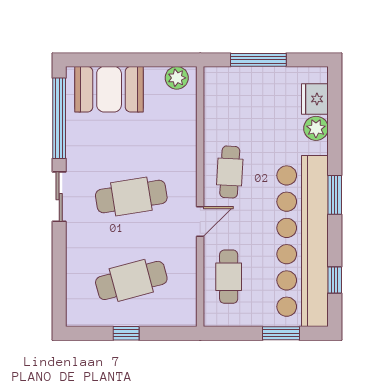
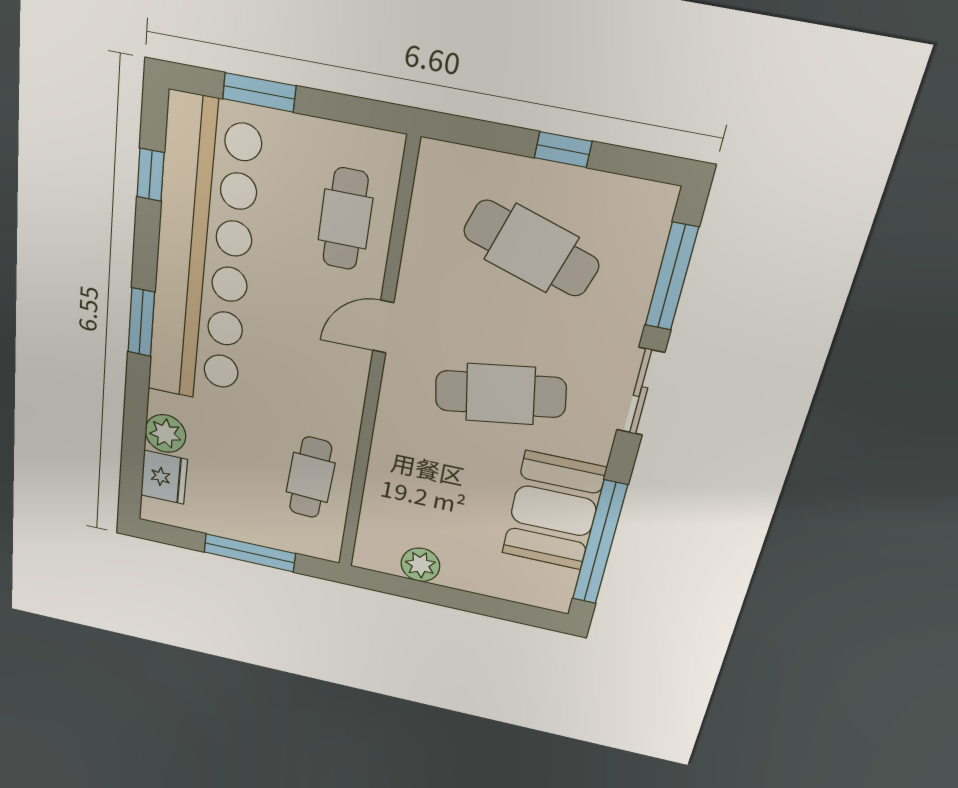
plant: (177, 78) -> (420, 565), moved
booth: (109, 89) -> (553, 511), moved, turned 90
cafe table: (230, 172) -> (310, 478), moved
sliding door: (59, 197) -> (640, 392), moved
window: (59, 280) -> (671, 277), added
cafe table: (131, 280) -> (531, 248), turned 33

